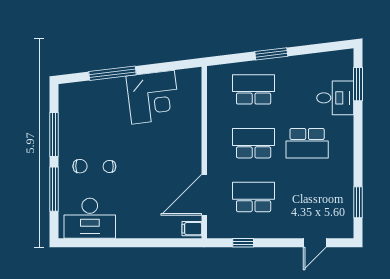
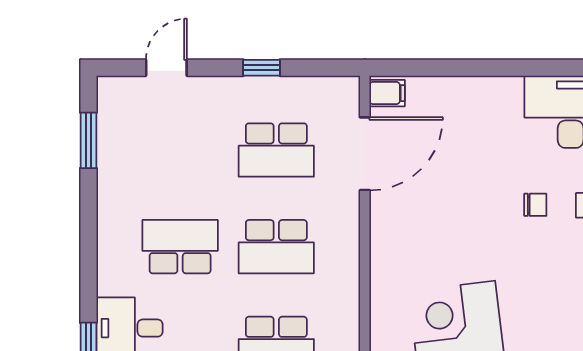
window: (243, 243) -> (262, 68), moved

